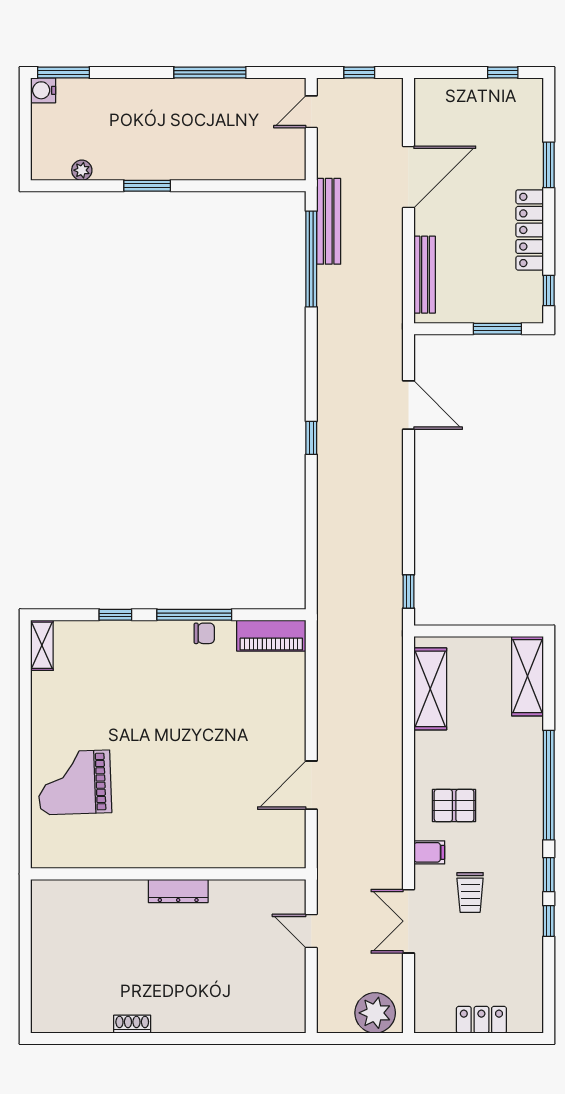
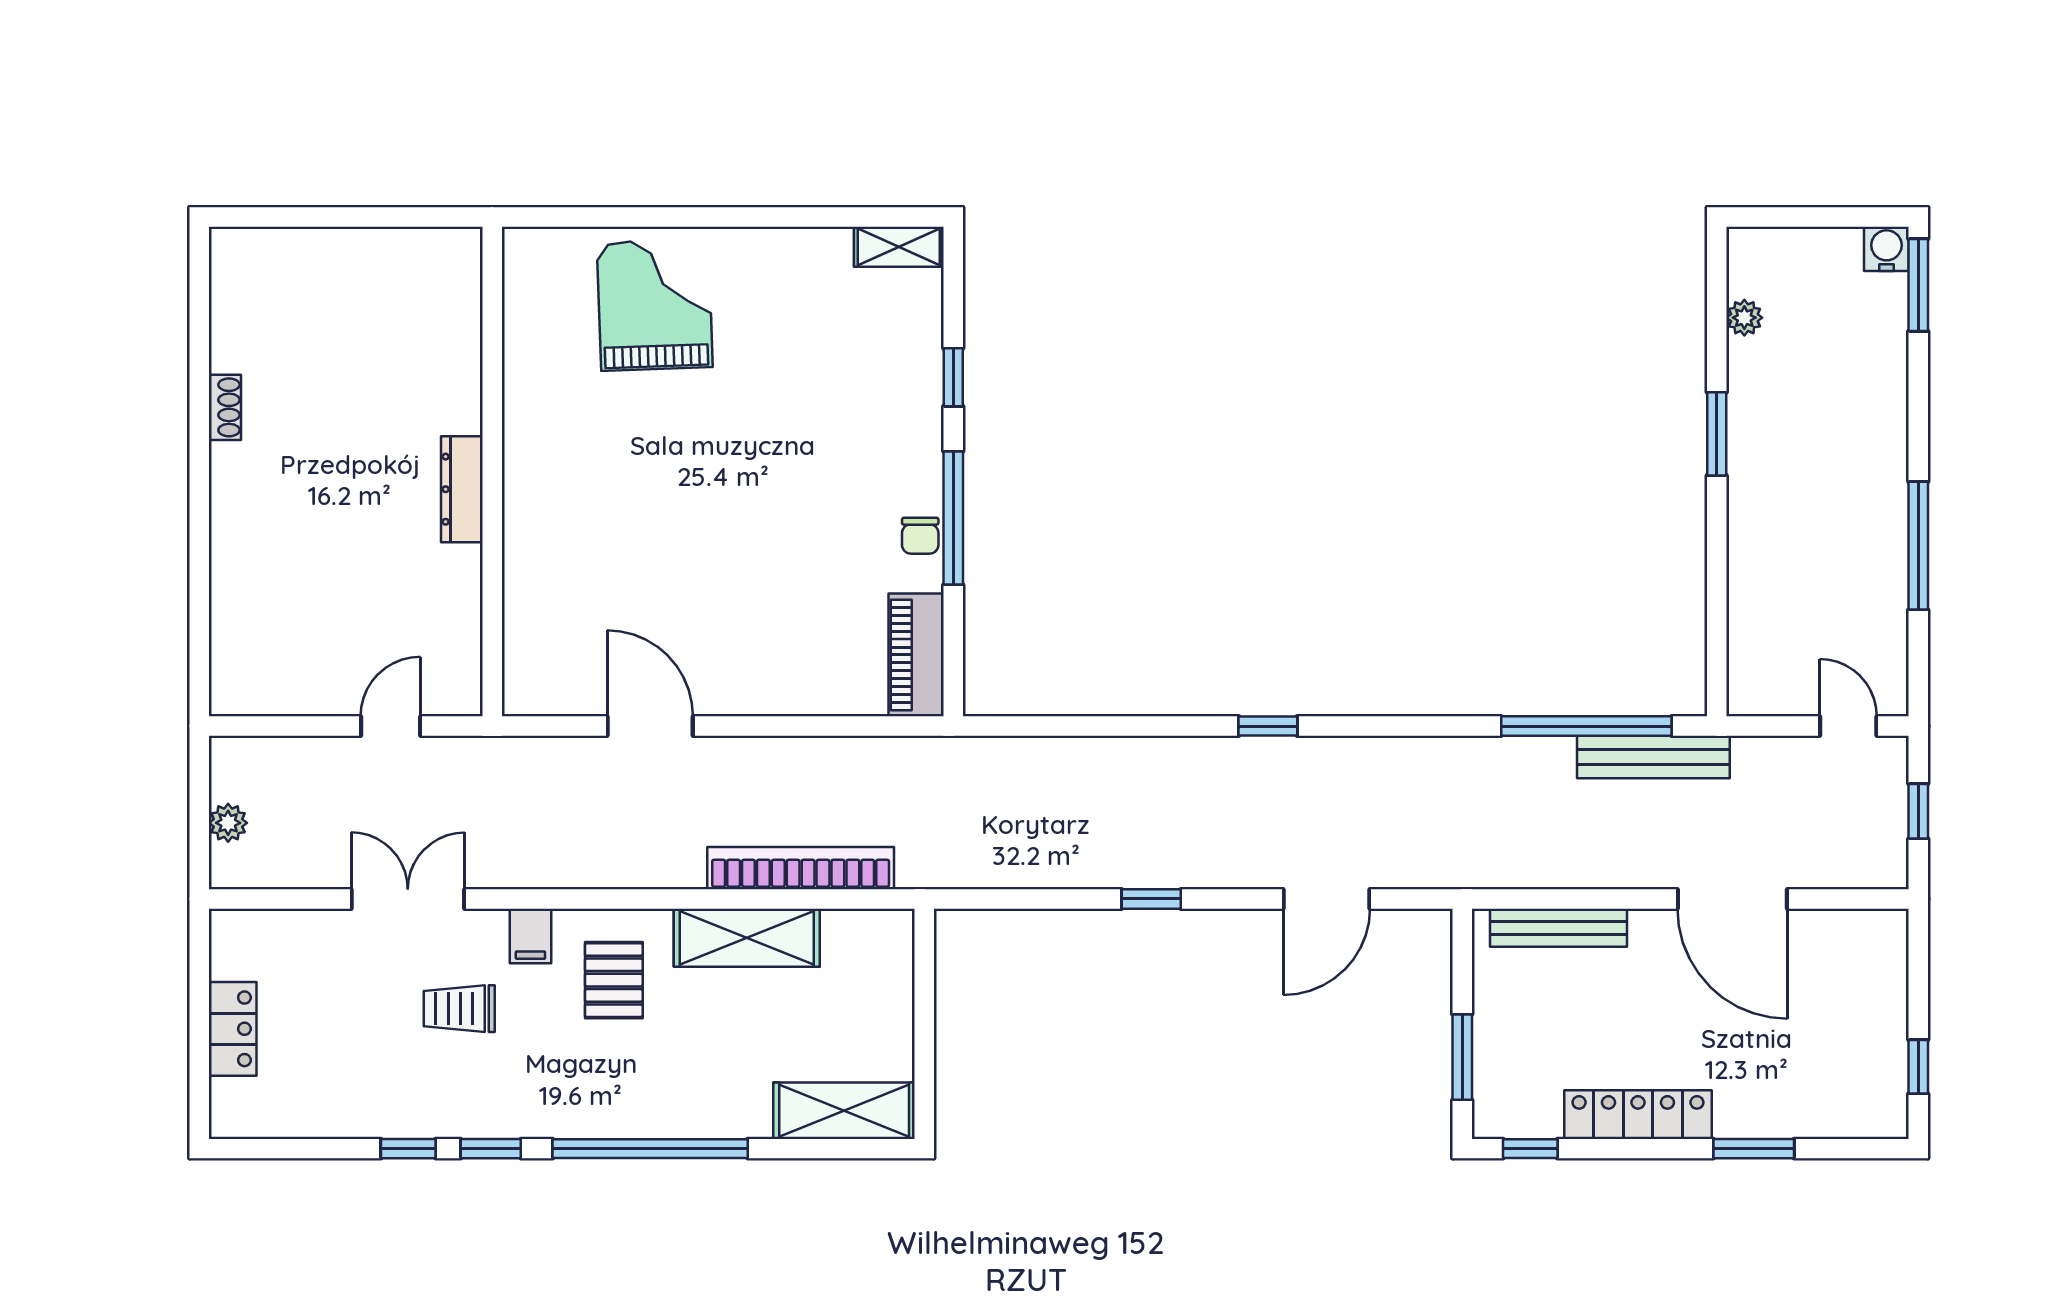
window: (408, 592) -> (1151, 899), moved
shelving: (430, 689) -> (747, 938), moved
bookcase: (391, 701) -> (801, 868), added
plant: (375, 1013) -> (228, 823), width x0.53, depth x0.53

